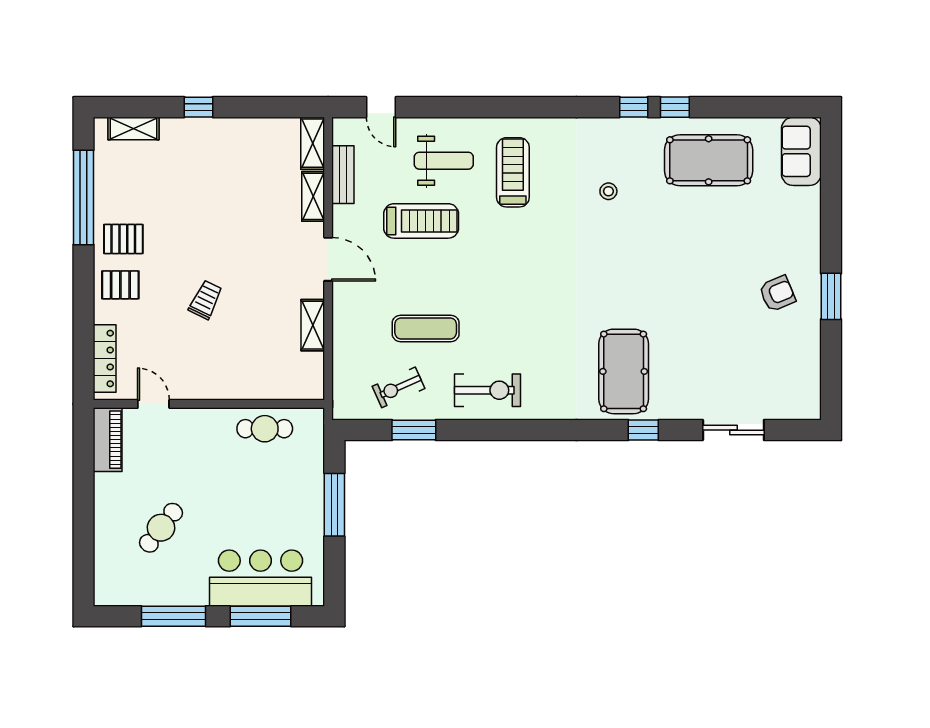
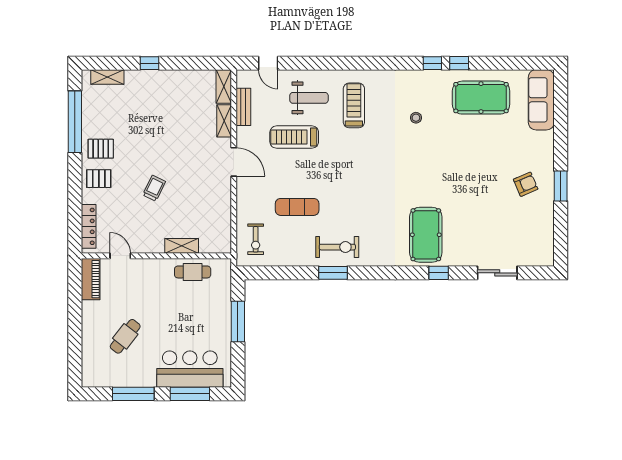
sofa: (801, 151) -> (541, 100), width x1.36
treadmill: (421, 221) -> (294, 137), turned 180
shelving: (313, 325) -> (182, 246), moved, turned 90
exercise bike: (398, 387) -> (256, 239), moved, turned -66
window: (414, 430) -> (333, 273), moved

